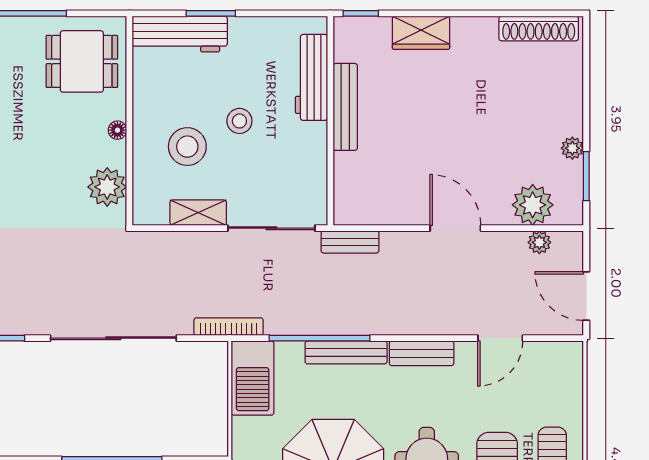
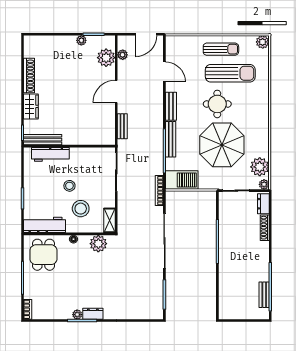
shoe rack: (539, 28) -> (29, 76), moved
workbench: (180, 34) -> (44, 225), moved, turned -90
bench: (345, 107) -> (43, 140), moved
shelving: (198, 213) -> (110, 220), moved
bench: (350, 242) -> (122, 126), moved

